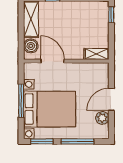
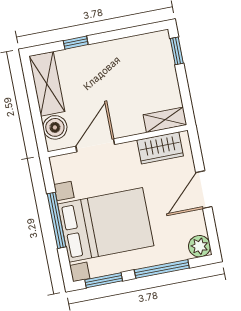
door: (52, 61) -> (95, 145), hinge flipped
wardrobe: (90, 70) -> (160, 148), added
plant: (102, 118) -> (199, 246), moved

